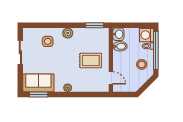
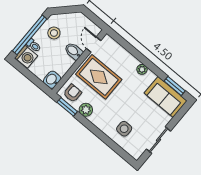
plant: (68, 33) -> (86, 110), moved
armchair: (99, 37) -> (72, 93), added
bidet: (120, 46) -> (74, 51), moved
rug: (91, 60) -> (99, 77), width x1.36, depth x1.43

